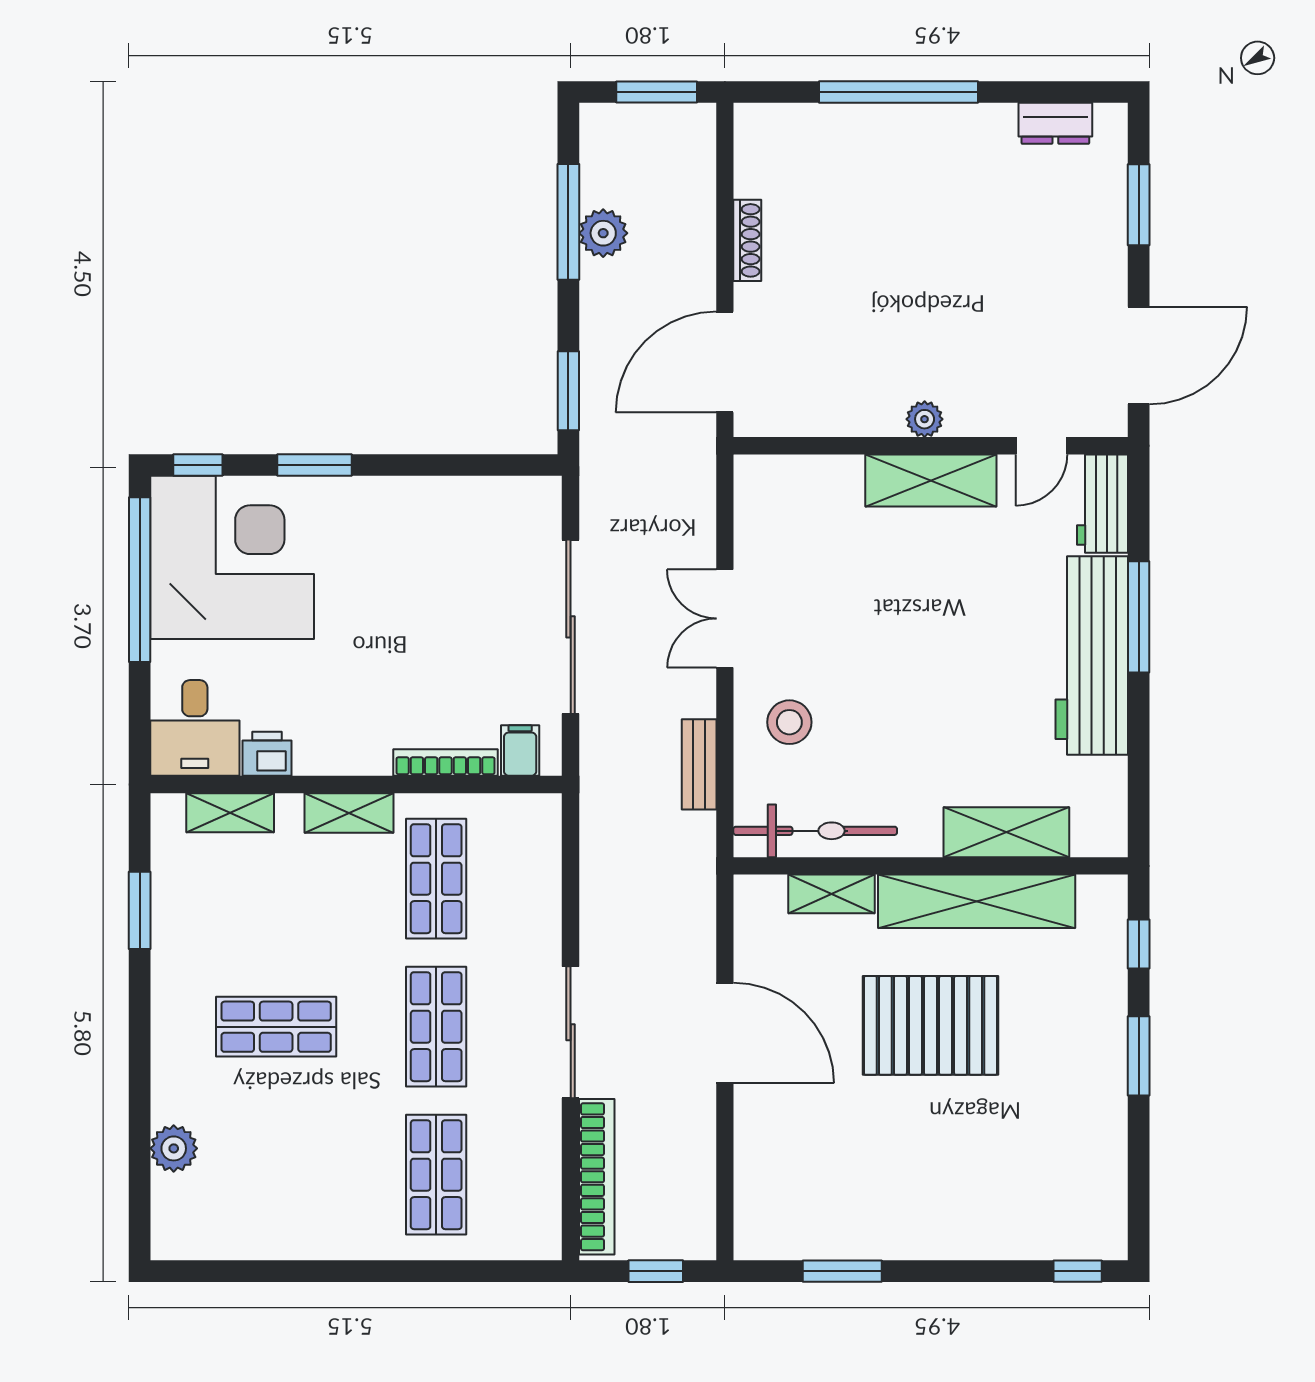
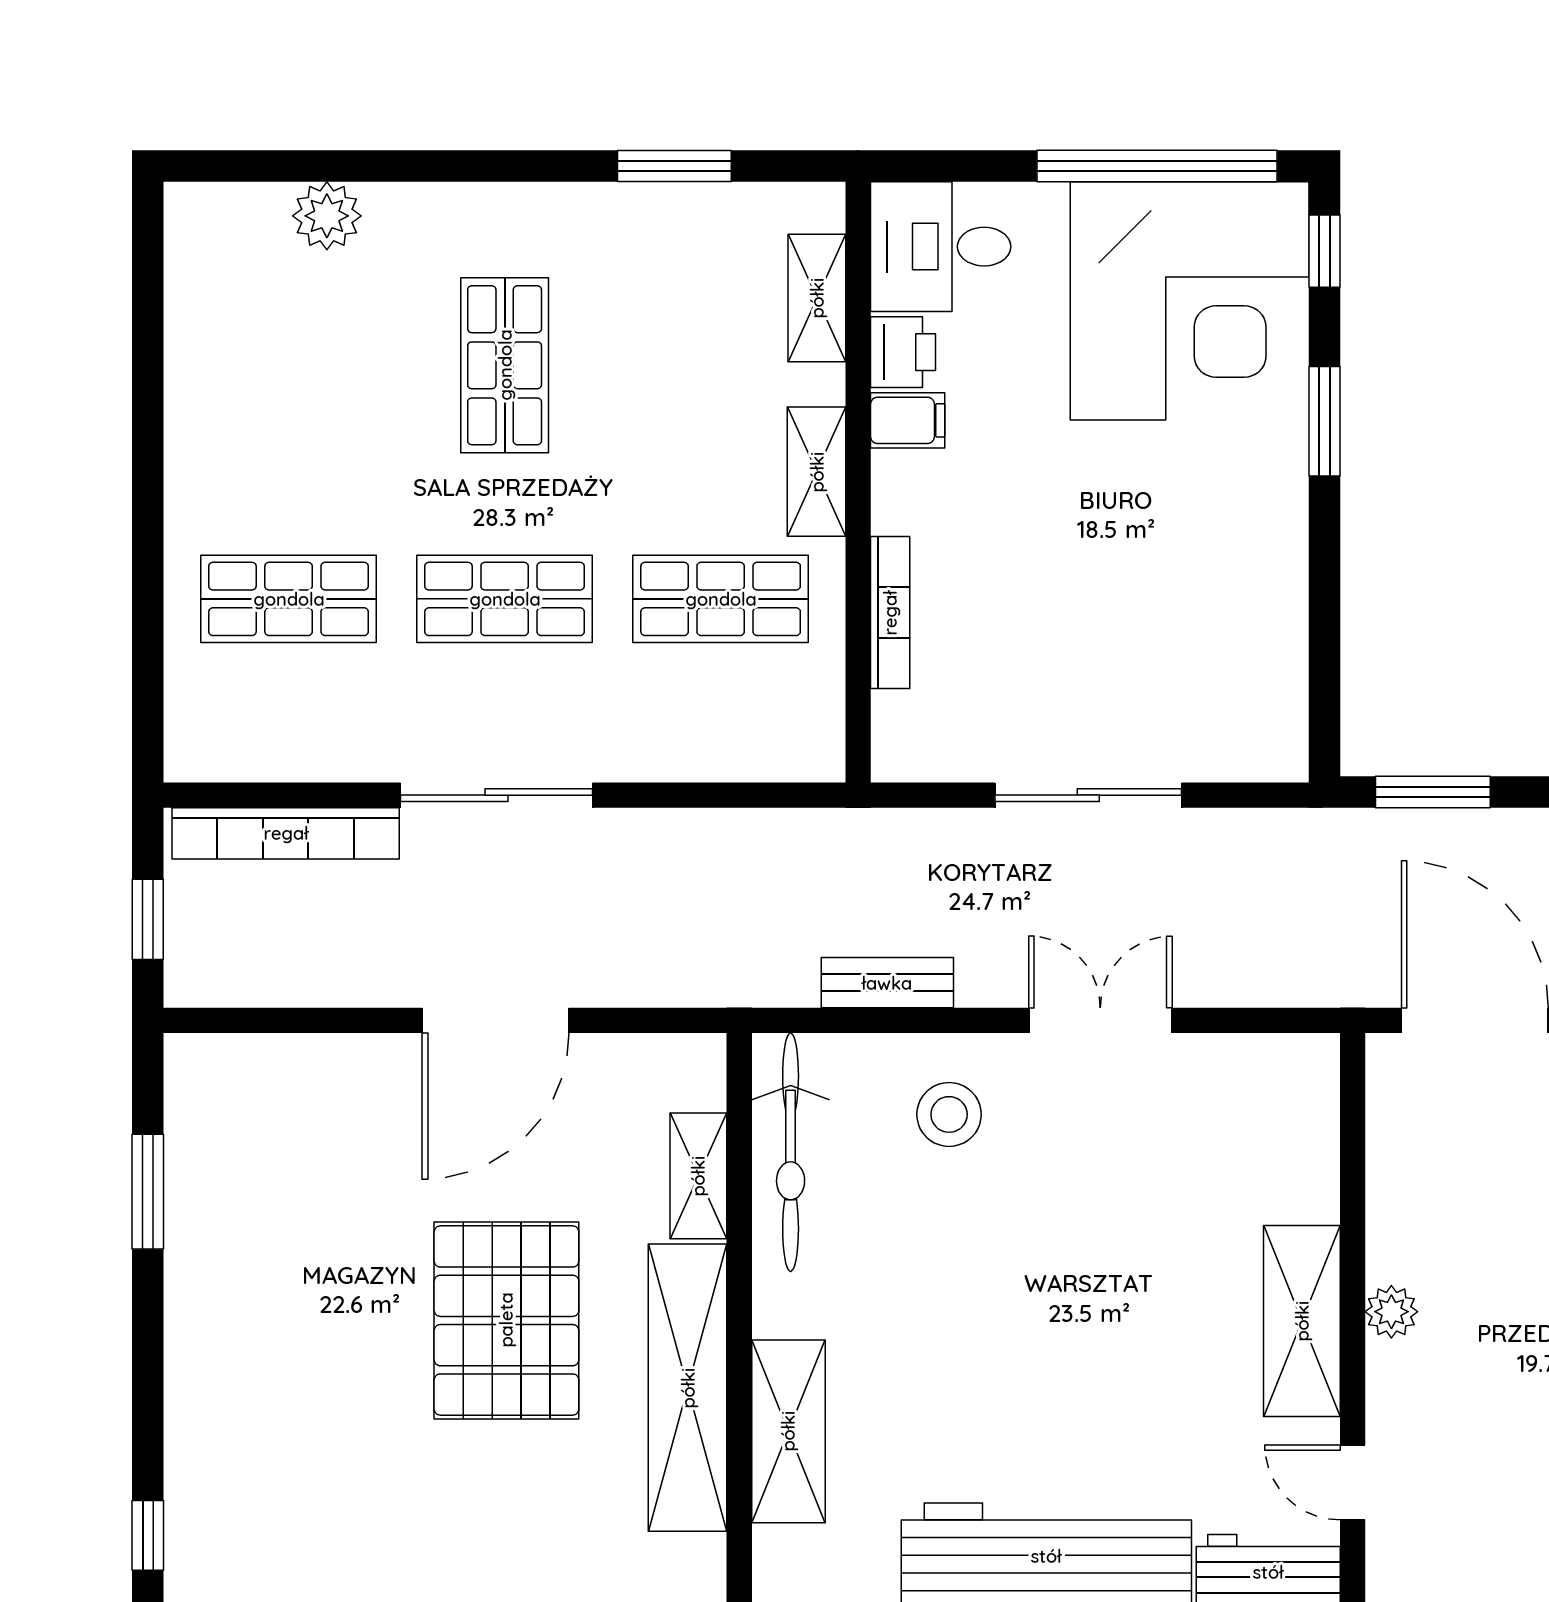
sliding door: (571, 627) -> (1088, 795), width x0.73
filing cabinet: (520, 751) -> (908, 420), moved

